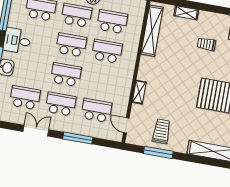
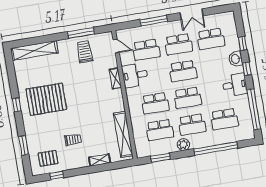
desk: (118, 88) -> (135, 75), added
trolley: (161, 131) -> (85, 52), turned 180

